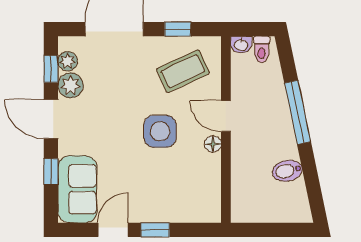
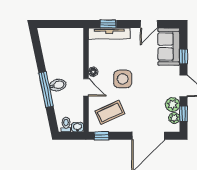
window: (178, 29) -> (102, 136), moved
bidet: (287, 171) -> (58, 85), moved
tv unit: (184, 213) -> (109, 33), added
window: (155, 230) -> (108, 24), moved

